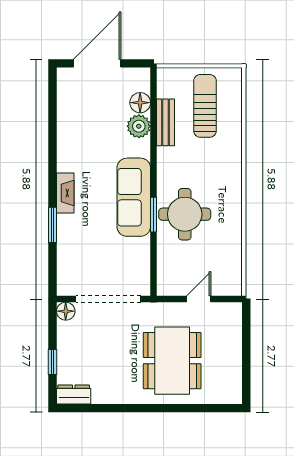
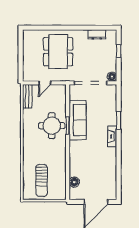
bench: (165, 122) -> (27, 96), moved
plant: (139, 126) -> (75, 170), removed
sofa: (134, 197) -> (78, 120), moved
dresser: (74, 394) -> (97, 35), moved

